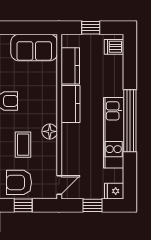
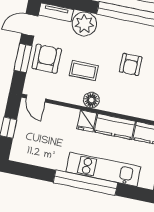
kitchen unit: (114, 133) -> (103, 169), moved
fridge: (114, 191) -> (87, 121), moved, turned 180
window: (23, 205) -> (23, 58), width x1.50

